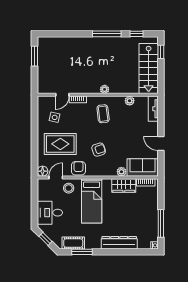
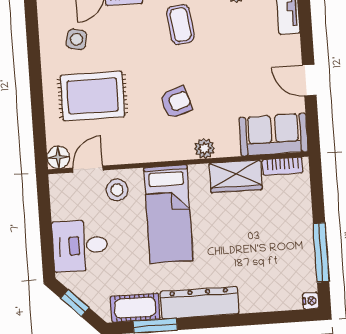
armchair: (78, 168) -> (135, 146), removed
plant: (121, 172) -> (205, 148), moved
dresser: (119, 243) -> (200, 303), moved

